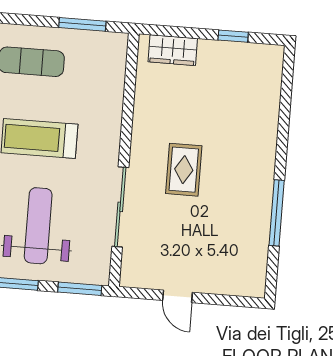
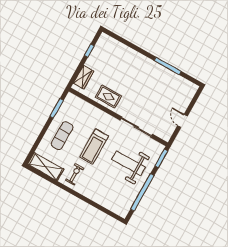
rug: (184, 170) -> (108, 97), moved
door: (177, 296) -> (183, 121), swing flipped

